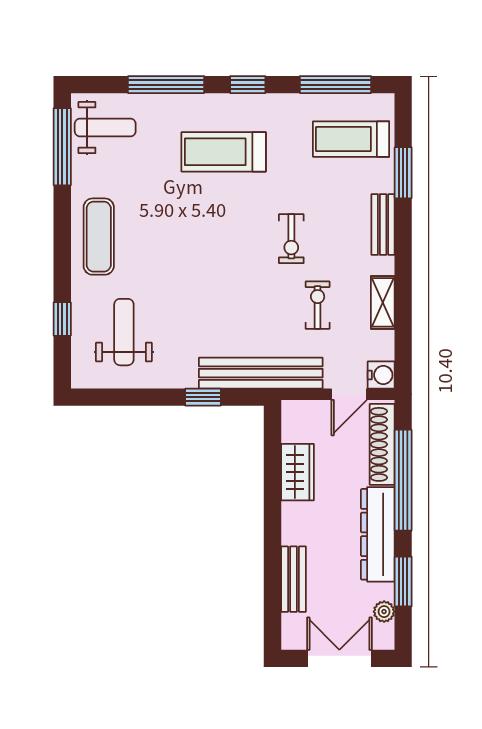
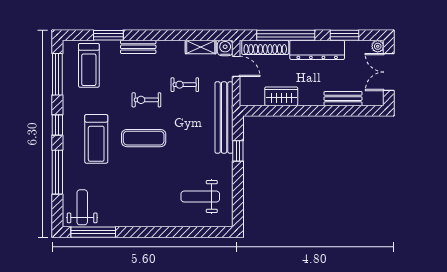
exercise mat: (99, 237) -> (144, 138), moved
exercise bike: (291, 239) -> (146, 100), turned 180
shelving: (383, 302) -> (201, 47), moved
window: (62, 319) -> (193, 232), removed
plant: (384, 612) -> (378, 46), moved

